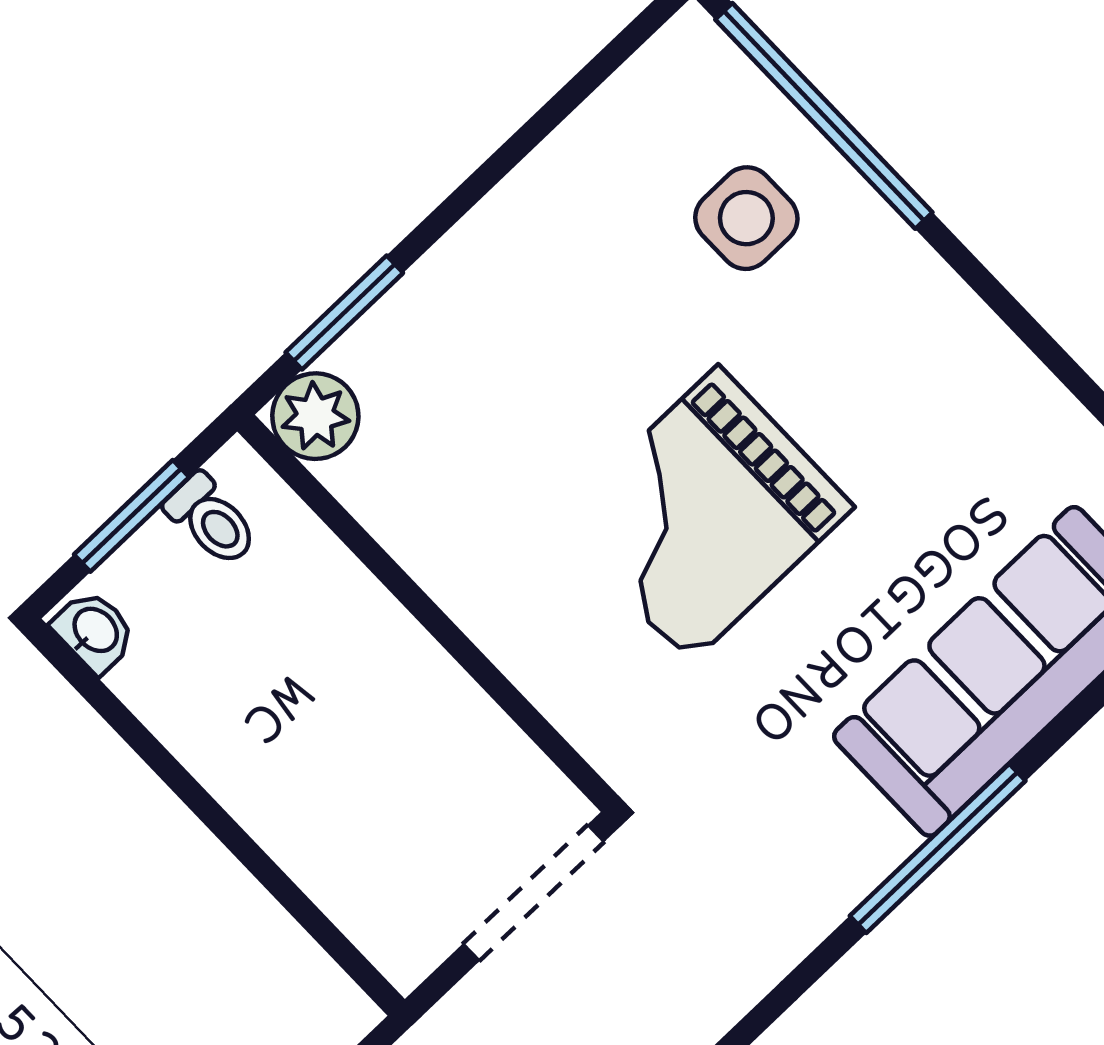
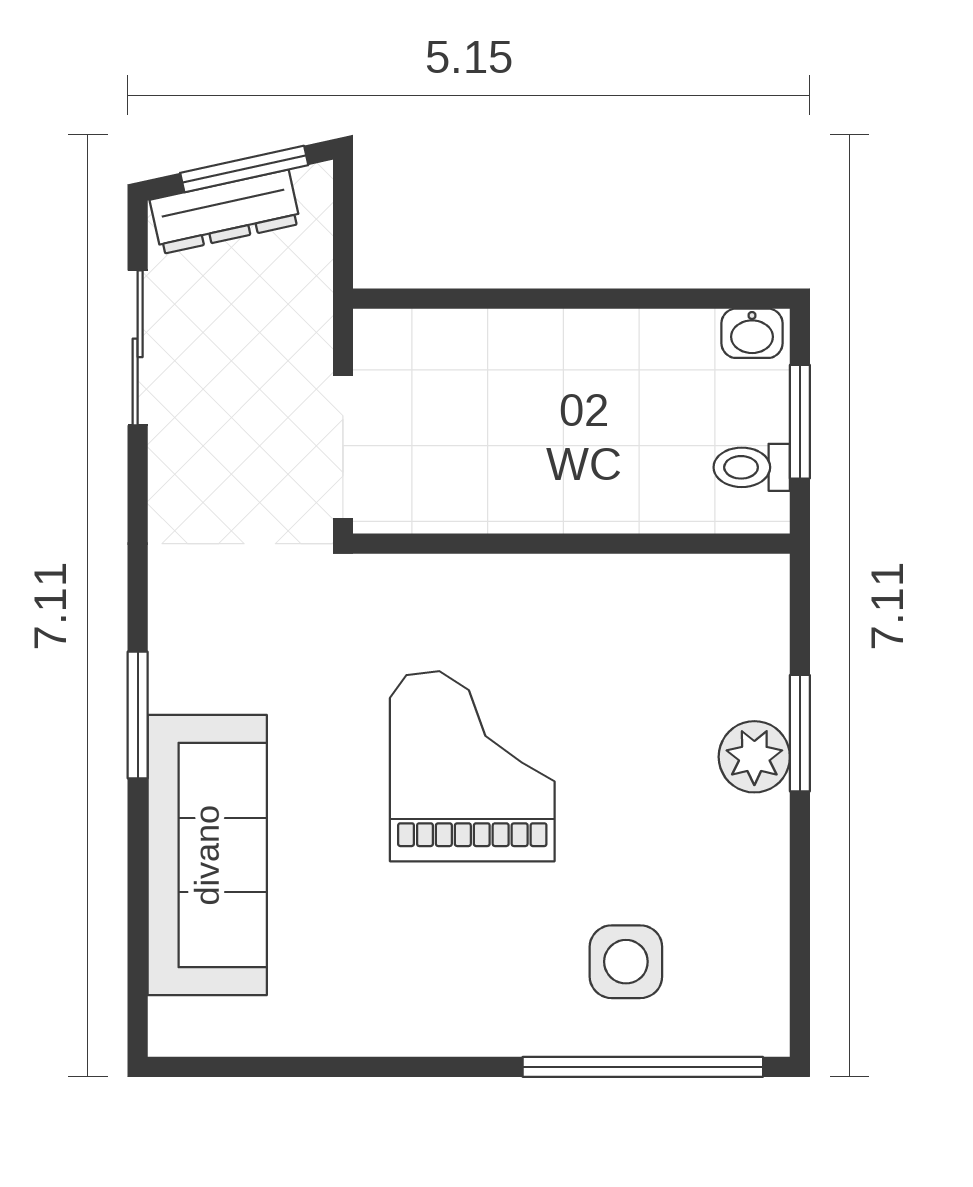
window: (344, 313) -> (800, 733), moved
plant: (315, 416) -> (754, 757), moved
window: (938, 848) -> (138, 715), width x0.69

